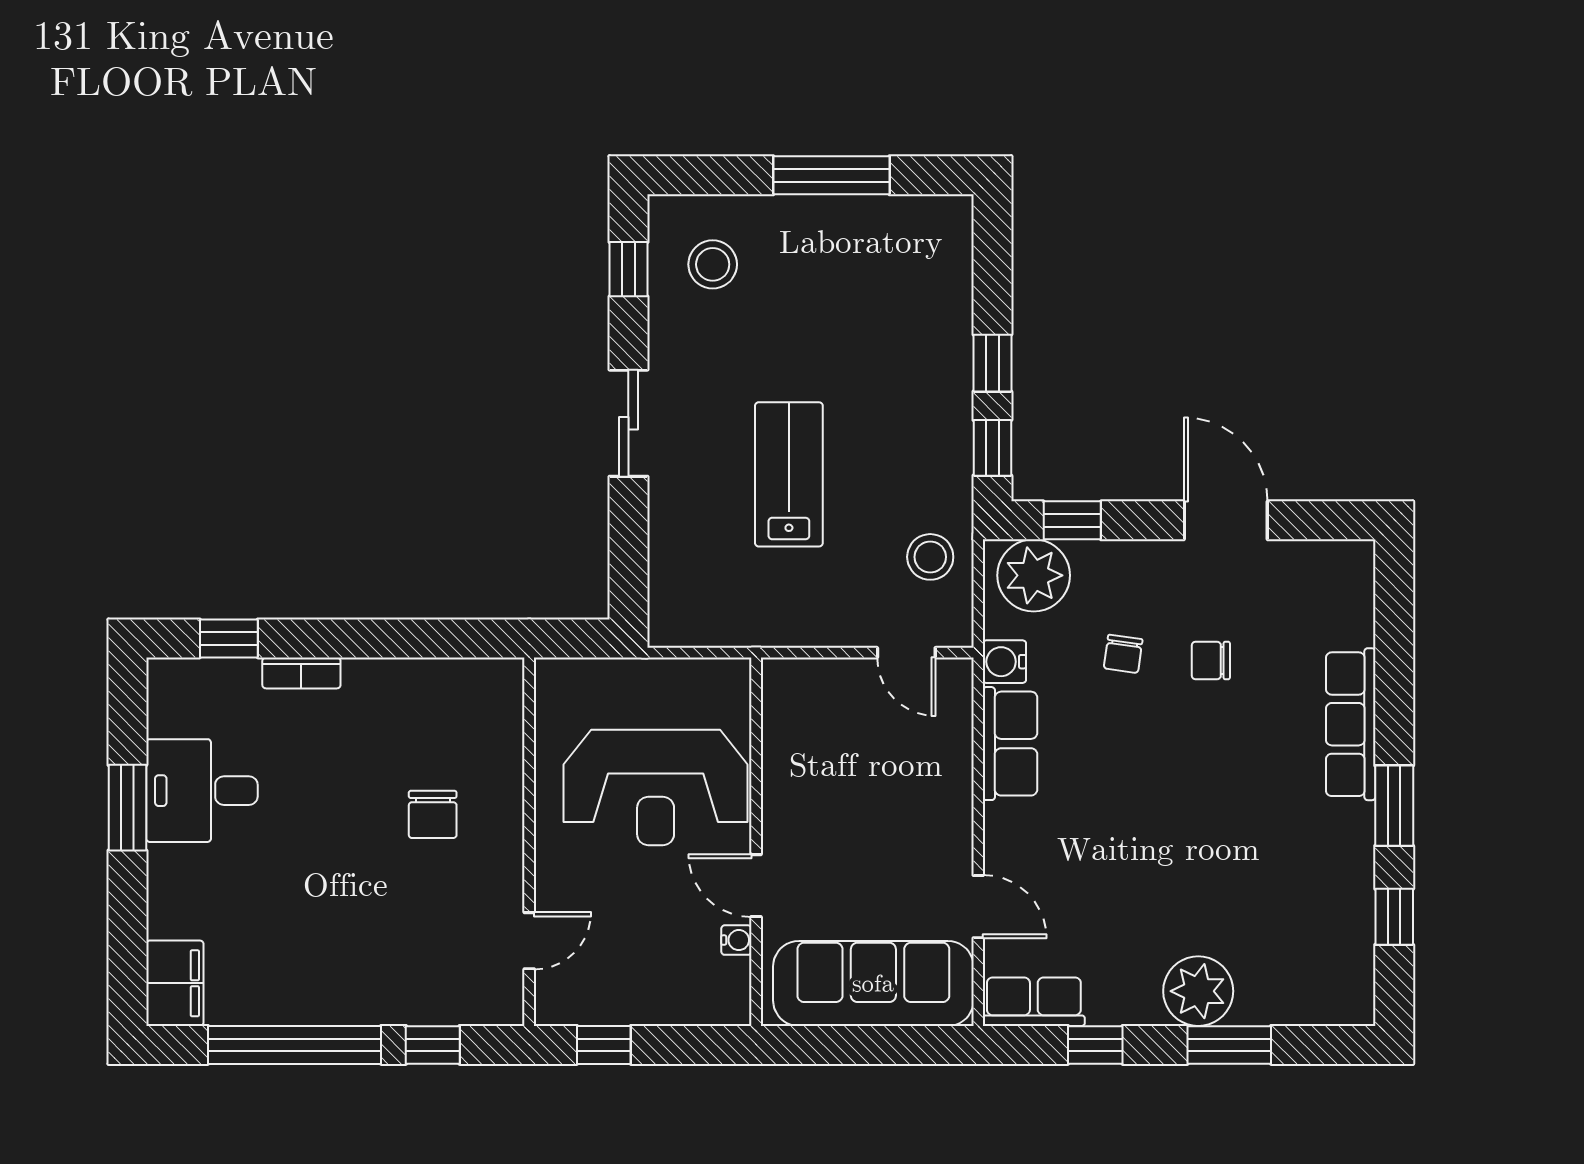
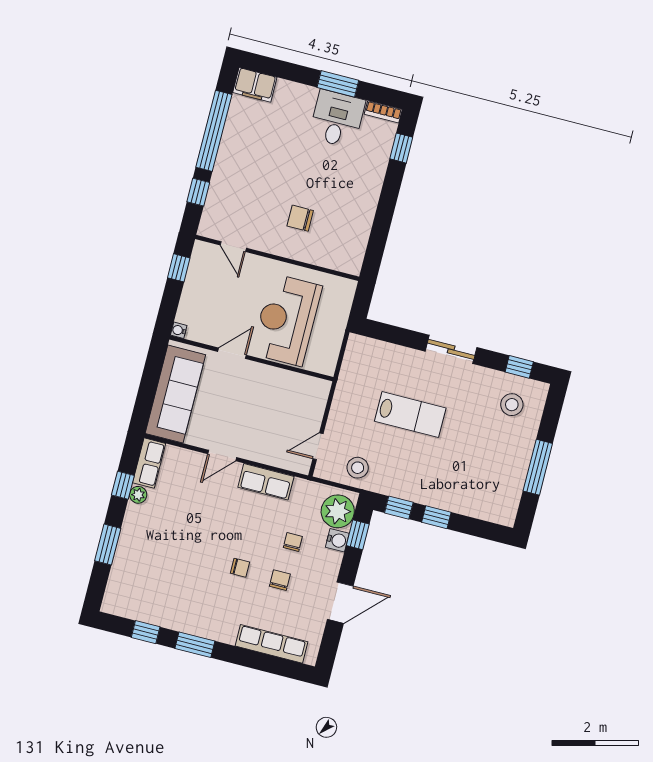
chair: (1123, 654) -> (293, 542), turned 82
water cooler: (1004, 662) -> (337, 540), moved, turned 90
bookcase: (301, 673) -> (383, 112), moved, turned -90
row of seats: (1351, 724) -> (271, 644), moved
chair: (1206, 752) -> (240, 568), added
door: (978, 907) -> (222, 456), moved
water cooler: (736, 940) -> (179, 330), moved, turned 90
plant: (1198, 991) -> (138, 495), moved, width x0.53, depth x0.53

